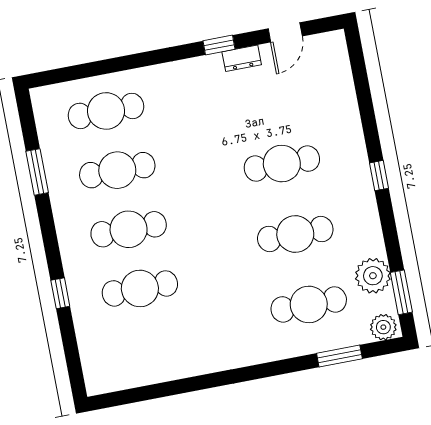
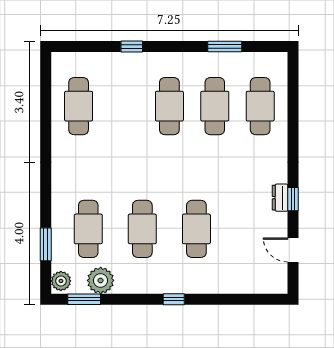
dresser: (242, 58) -> (280, 198), moved
cafe table: (140, 288) -> (79, 106), moved

